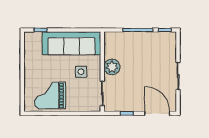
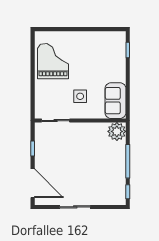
sofa: (71, 43) -> (115, 101), width x0.54, depth x0.79
plant: (112, 67) -> (117, 131), moved
door: (157, 113) -> (33, 183), hinge flipped

